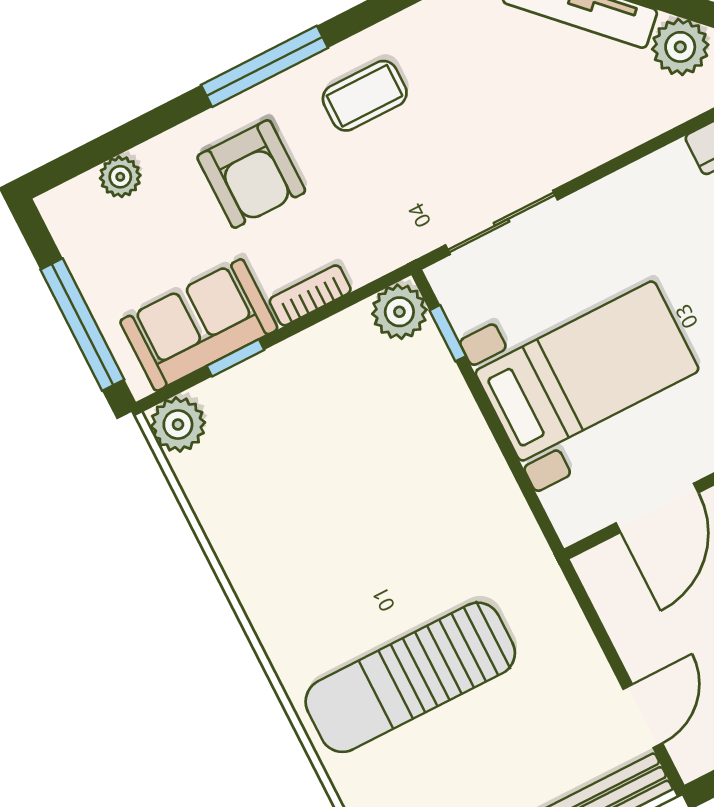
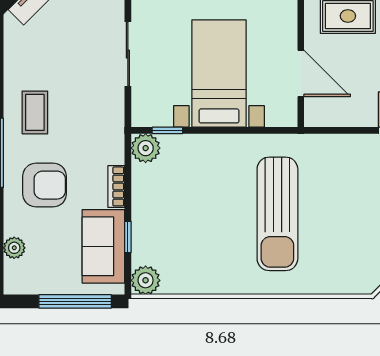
sliding door: (501, 222) -> (128, 54), moved
sun lounger: (410, 677) -> (277, 214), moved

